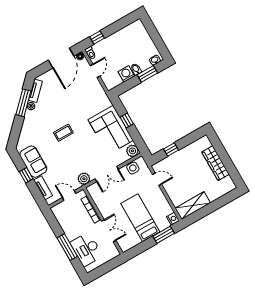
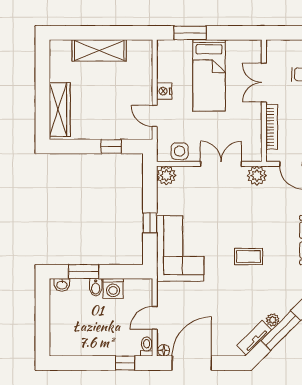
corner sofa: (111, 130) -> (180, 248), moved
wardrobe: (216, 163) -> (60, 110), moved
shelving: (193, 206) -> (99, 50), moved
nightstand: (173, 219) -> (164, 91), moved

